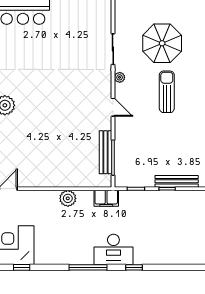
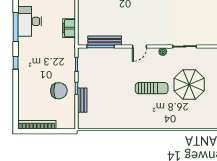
bench: (177, 181) -> (82, 100), width x0.73
plant: (68, 198) -> (69, 11), removed
filing cabinet: (106, 198) -> (69, 28), moved
chair: (170, 212) -> (59, 91), added
desk: (113, 249) -> (30, 21), moved

